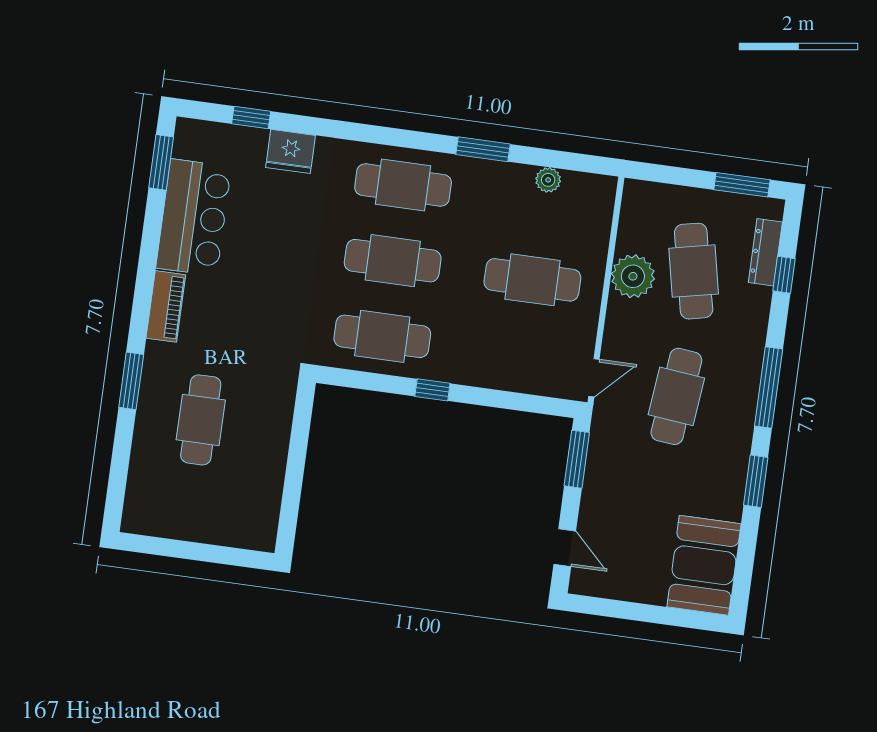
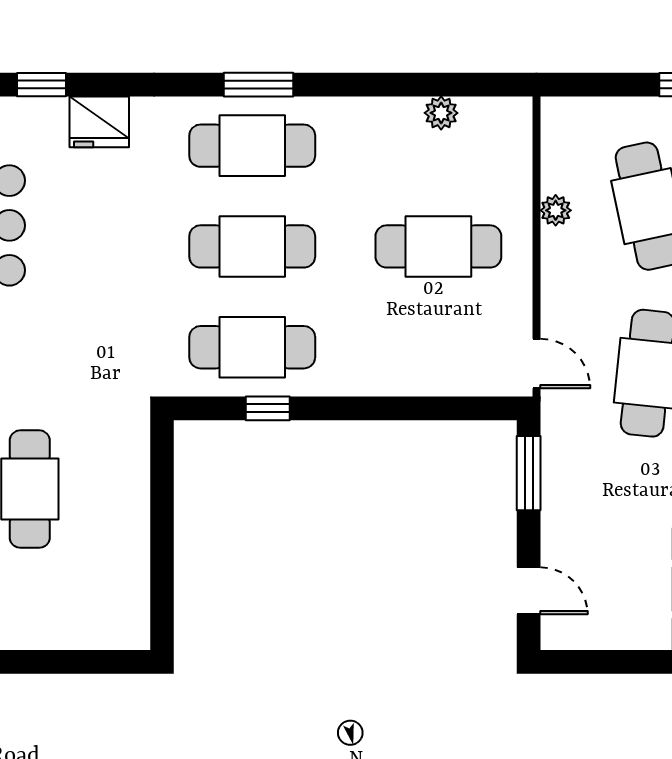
window: (483, 149) -> (258, 85), moved
plant: (633, 276) -> (556, 210), width x0.53, depth x0.53
door: (594, 378) -> (536, 364), hinge flipped
window: (432, 390) -> (268, 408), moved

